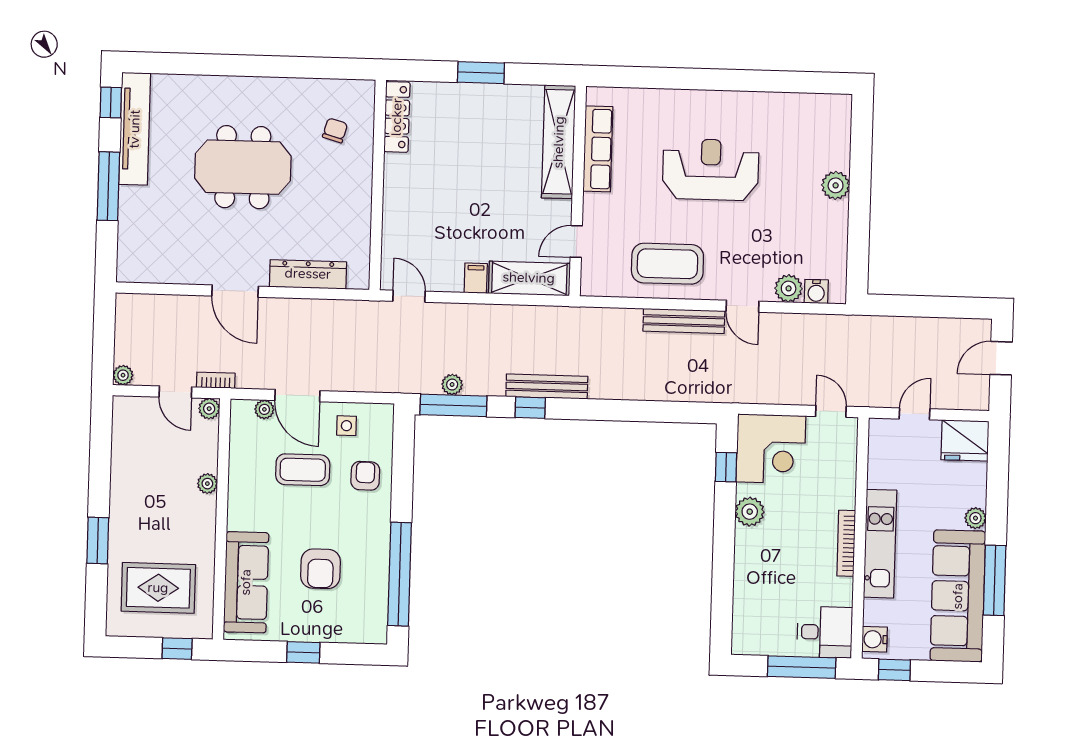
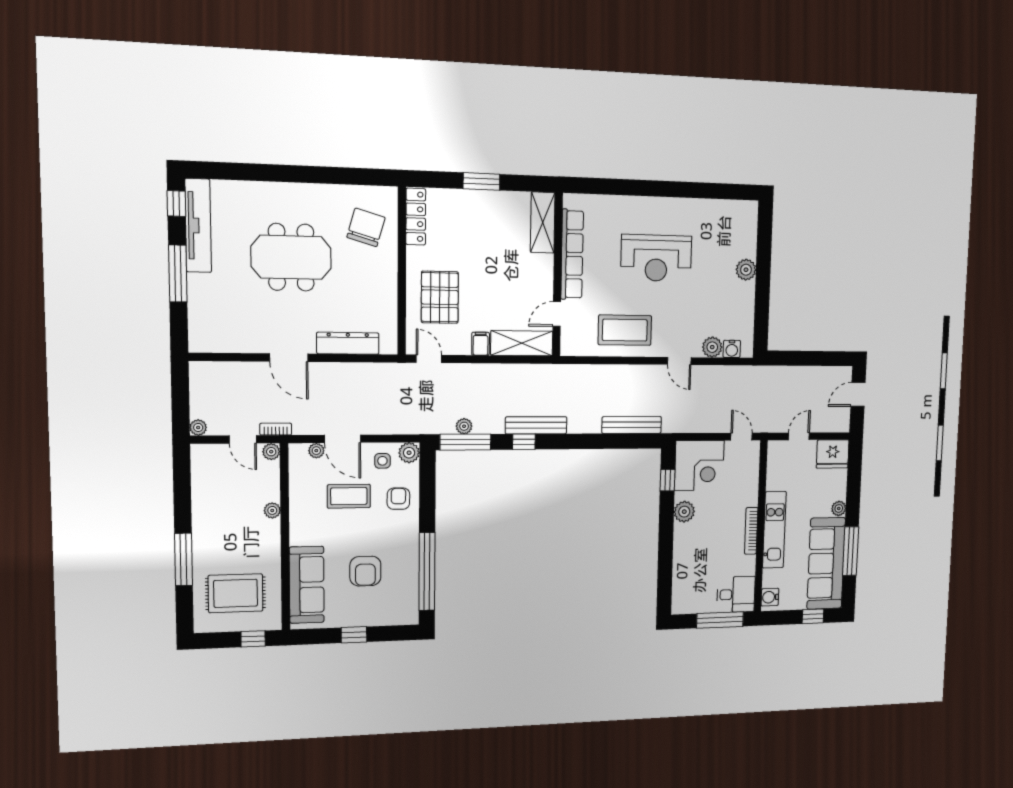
chair: (335, 130) -> (366, 227), width x1.87, depth x1.87
shelving: (559, 142) -> (543, 223), width x0.68
row of seats: (598, 149) -> (572, 254), width x1.36
reception desk: (711, 170) -> (656, 258), turned 180
pallet: (425, 218) -> (440, 297), added
bench: (684, 321) -> (632, 425), moved
plant: (381, 417) -> (409, 453), added
window: (98, 540) -> (184, 559), width x1.44
window: (894, 670) -> (813, 616), moved

